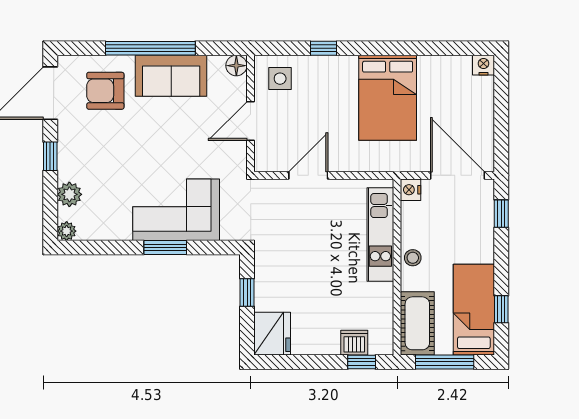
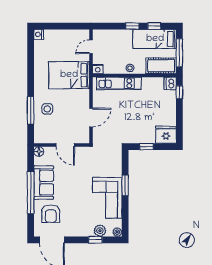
window: (324, 48) -> (31, 110), width x2.17
side table: (280, 79) -> (47, 109), moved
bed: (388, 98) -> (69, 75), moved, turned 180
window: (50, 156) -> (95, 240), moved
door: (308, 175) -> (91, 117), swing flipped
door: (458, 175) -> (91, 47), width x0.53
corner sofa: (176, 210) -> (107, 198), moved
window: (501, 214) -> (132, 26), moved
dishwasher: (354, 343) -> (170, 83), moved

